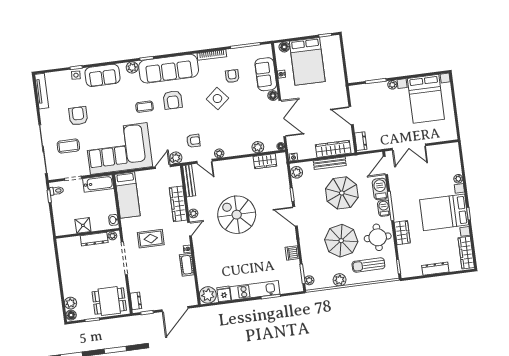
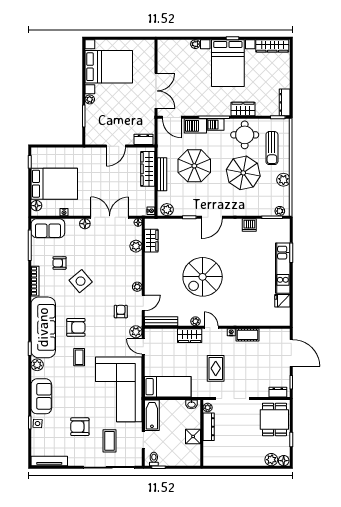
sofa: (266, 74) -> (48, 228), moved
wardrobe: (178, 204) -> (190, 336), width x0.67
dresser: (435, 269) -> (285, 102), moved
plant: (208, 295) -> (281, 317), removed

